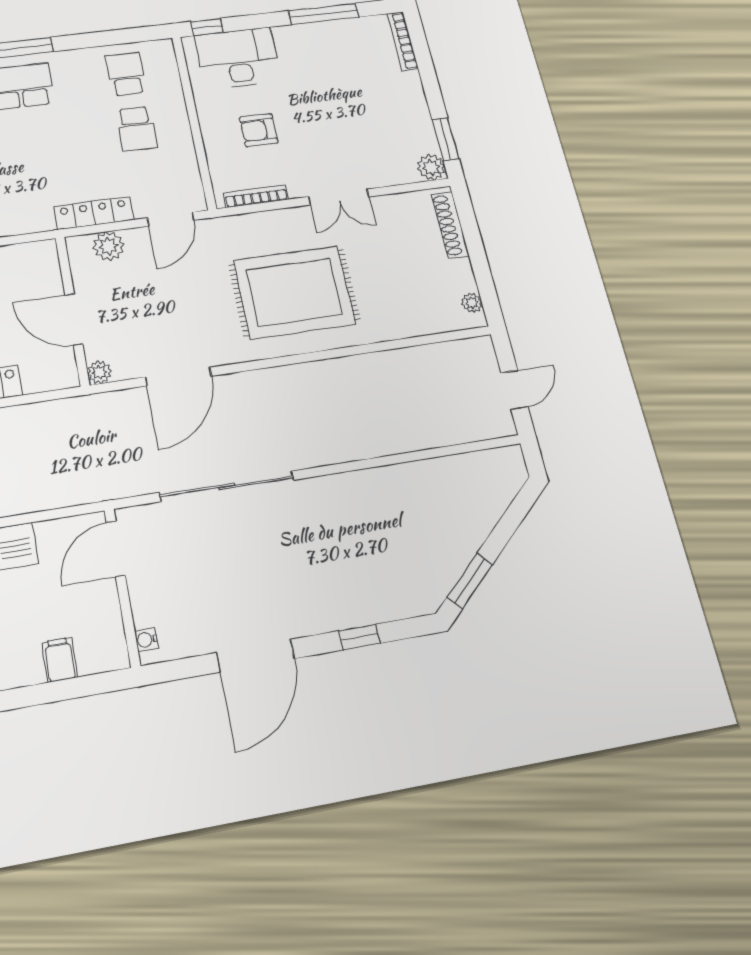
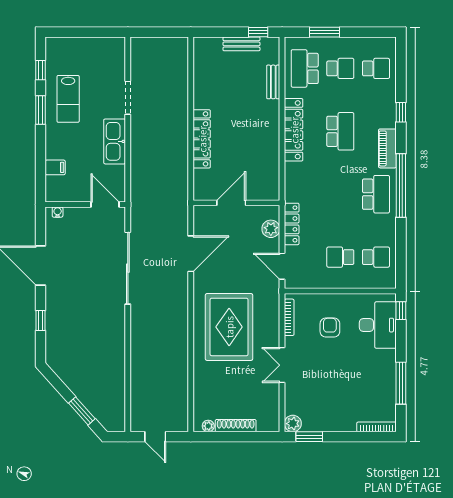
shoe rack: (450, 225) -> (236, 426), moved
plant: (99, 372) -> (200, 212), removed
door: (178, 377) -> (191, 254), swing flipped
window: (470, 581) -> (82, 411), moved

